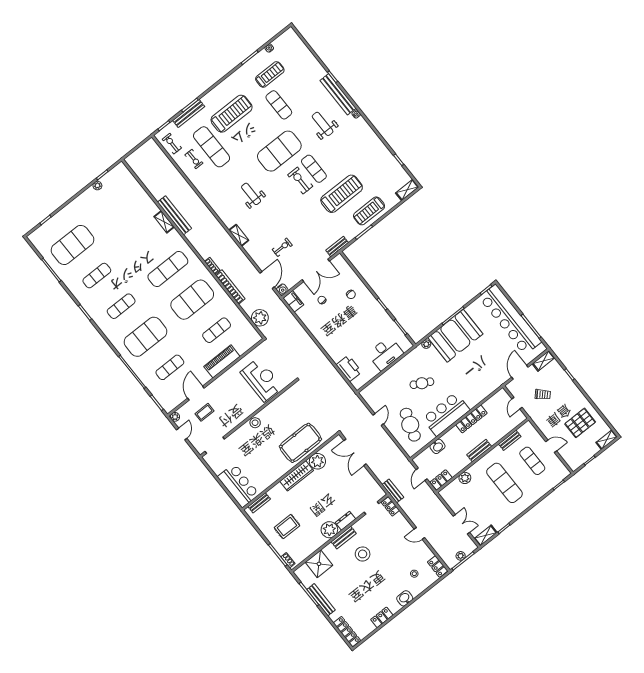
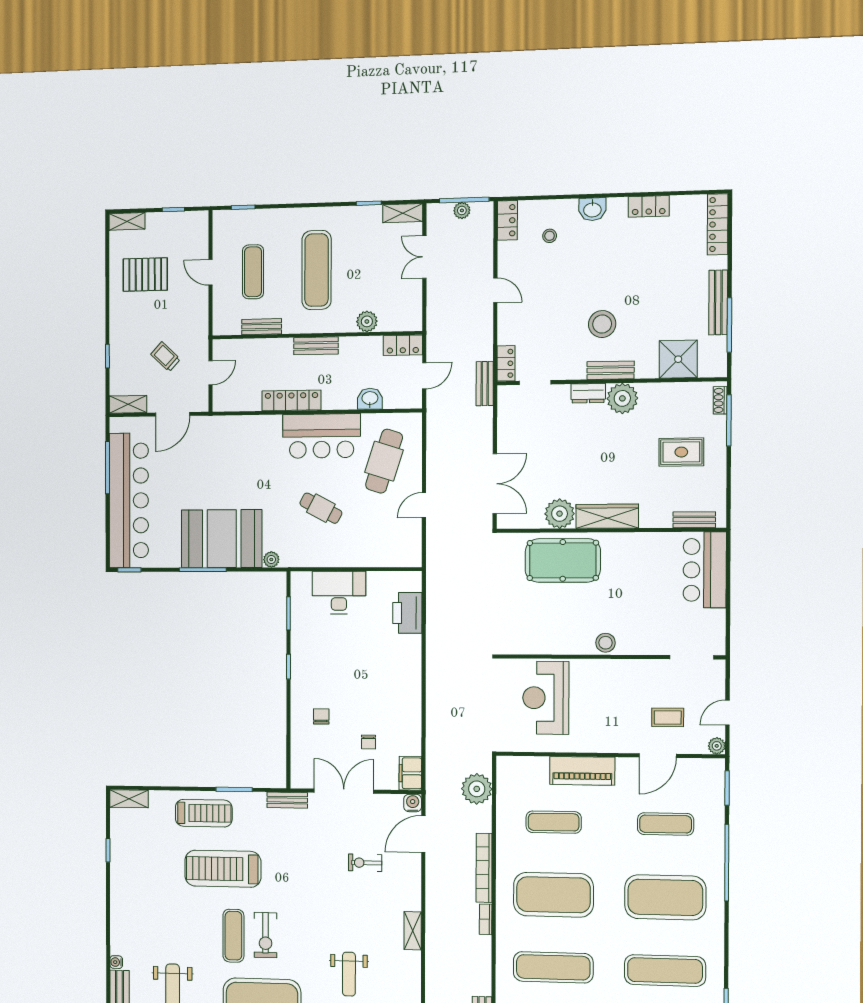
exercise mat: (121, 306) -> (665, 971), width x1.36, depth x1.45

